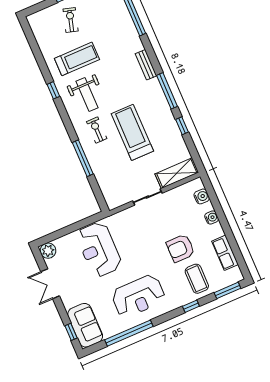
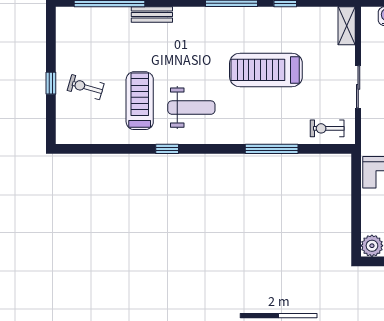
bench: (146, 65) -> (152, 14), moved
exercise bike: (97, 130) -> (327, 128), moved
shelving: (177, 173) -> (347, 26), width x0.67, depth x0.75

